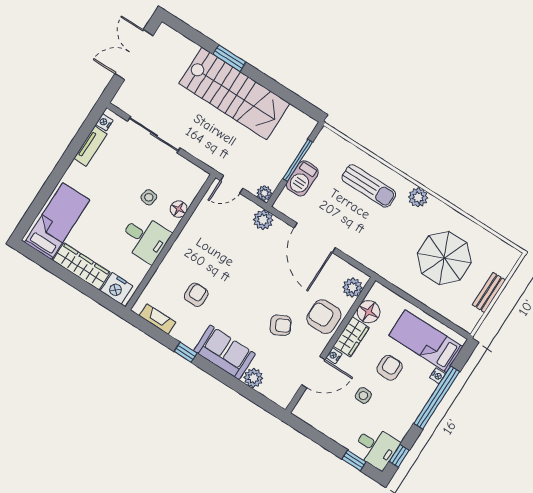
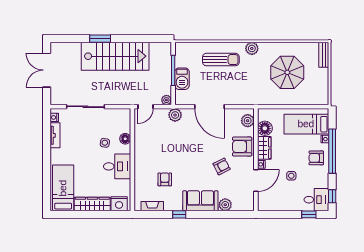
bench: (489, 292) -> (324, 55), moved
armchair: (390, 368) -> (316, 158), moved, turned -90

